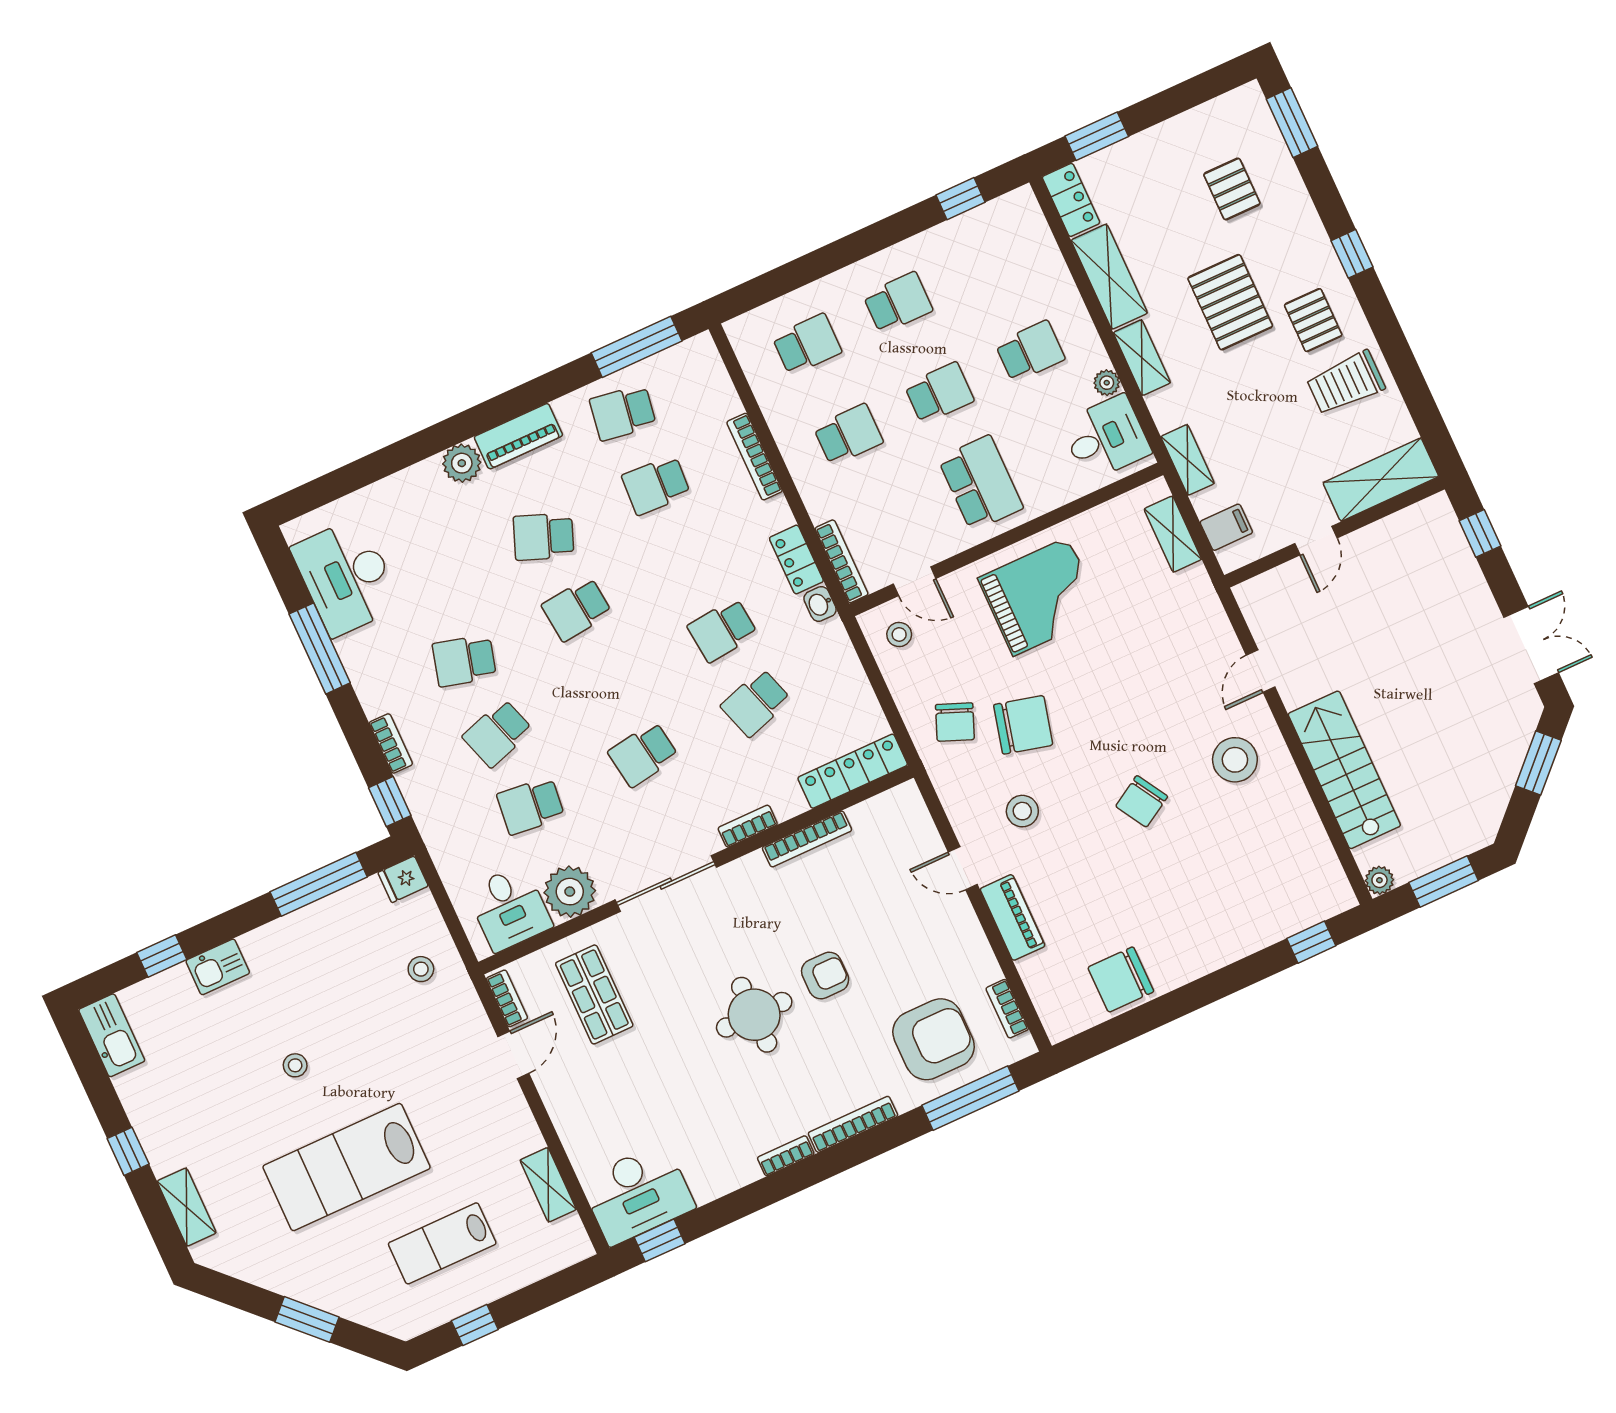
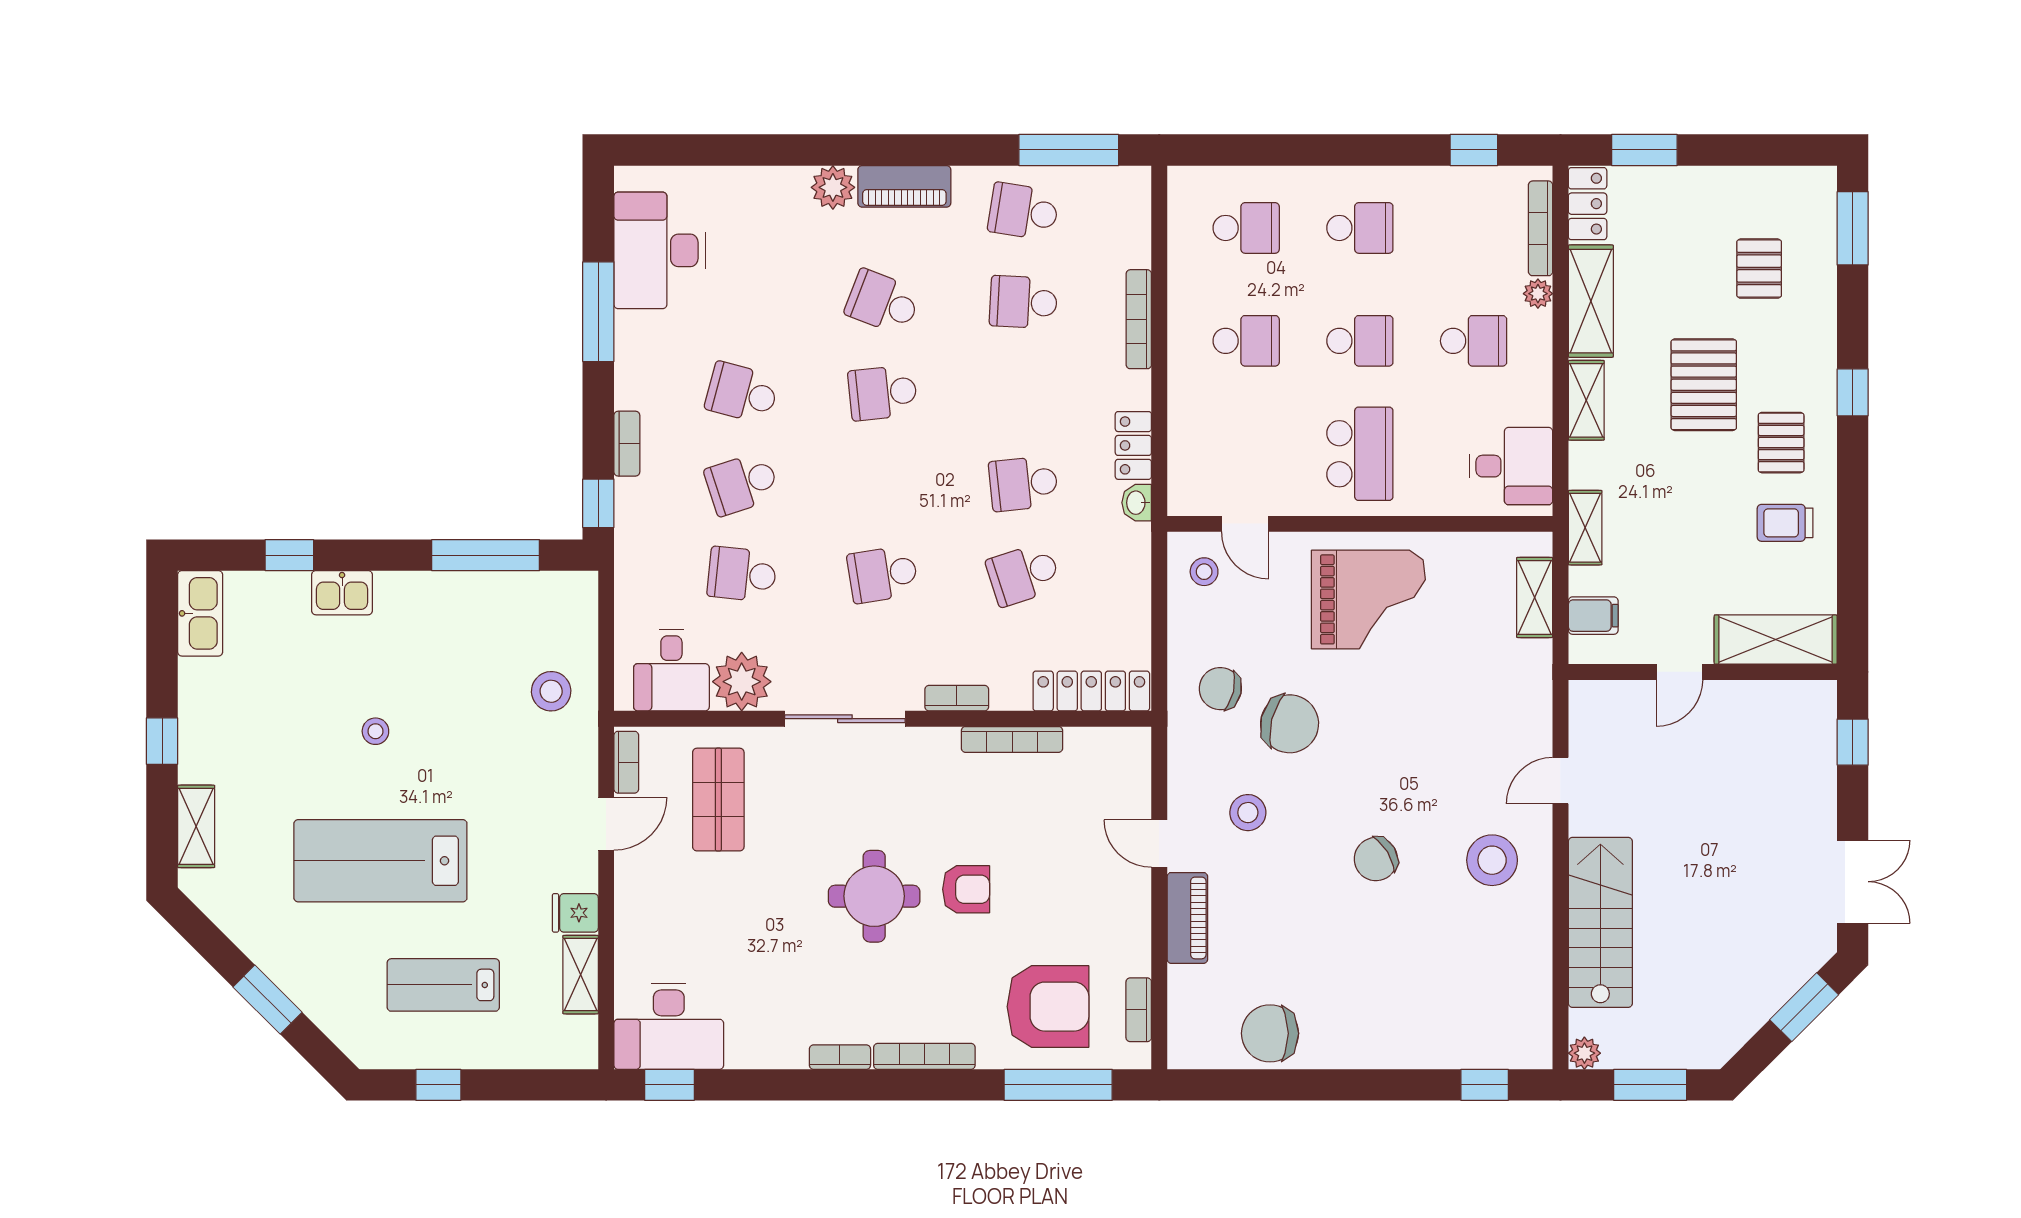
plant: (1107, 383) -> (1538, 294), moved
trolley: (1346, 383) -> (1785, 523), width x0.73, depth x0.72
bookcase: (842, 561) -> (1541, 228), moved, turned 180
chair: (955, 722) -> (1220, 689), turned 81
fridge: (403, 879) -> (575, 913), moved
stool: (421, 969) -> (551, 691), width x1.37, depth x1.37

